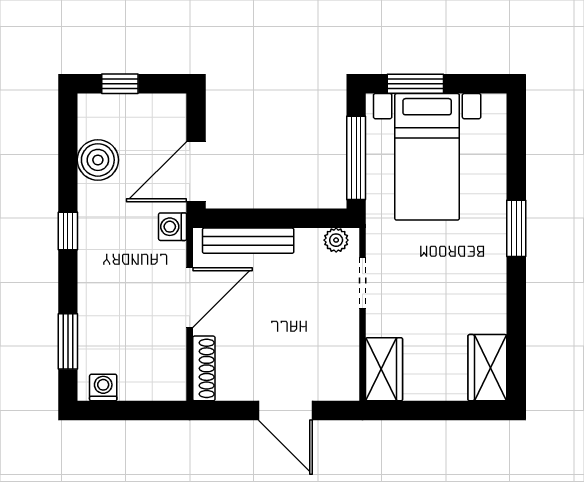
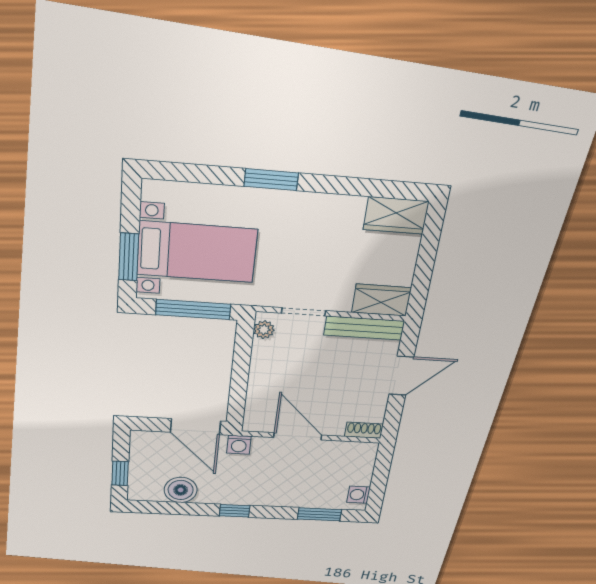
bench: (248, 241) -> (364, 328), moved, turned 90
shoe rack: (204, 368) -> (364, 430), width x0.70

